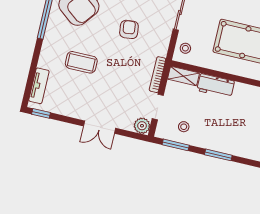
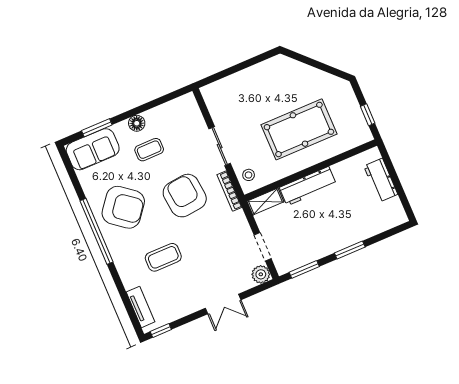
armchair: (129, 29) -> (185, 196), width x1.88, depth x1.88
bookcase: (158, 75) -> (230, 191), moved
workbench: (216, 86) -> (308, 186), width x1.38
stool: (184, 127) -> (299, 247), removed

